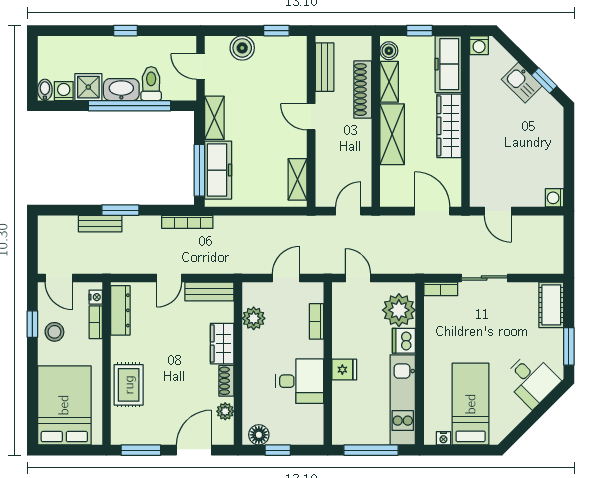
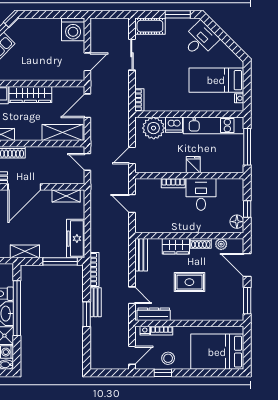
door: (311, 117) -> (24, 187), width x1.87
shelving: (392, 134) -> (63, 133), moved
freezer: (218, 170) -> (76, 239), moved, turned -90
washing machine: (555, 198) -> (73, 29), width x1.89, depth x1.89
bench: (100, 224) -> (96, 302), moved
door: (169, 278) -> (132, 295), moved
sliding door: (484, 278) -> (132, 55), moved
plant: (254, 318) -> (159, 225), removed
bookcase: (316, 321) -> (173, 183), moved
rug: (129, 385) -> (189, 282), moved

